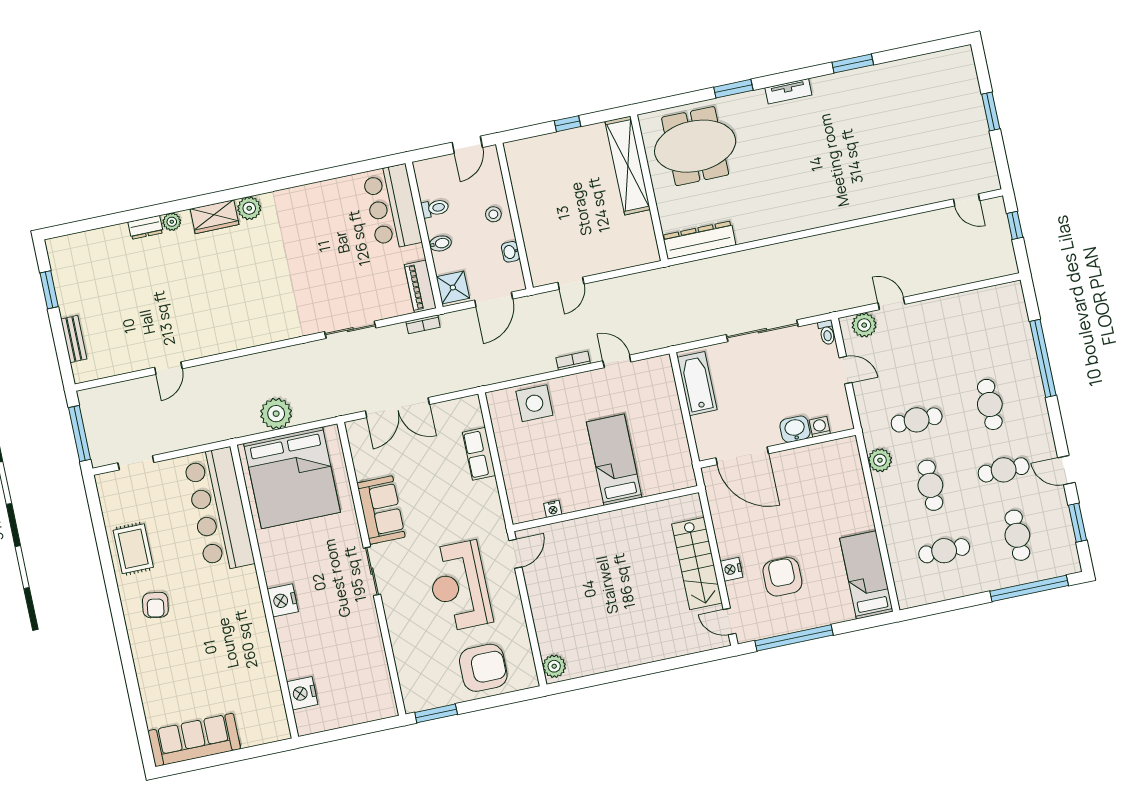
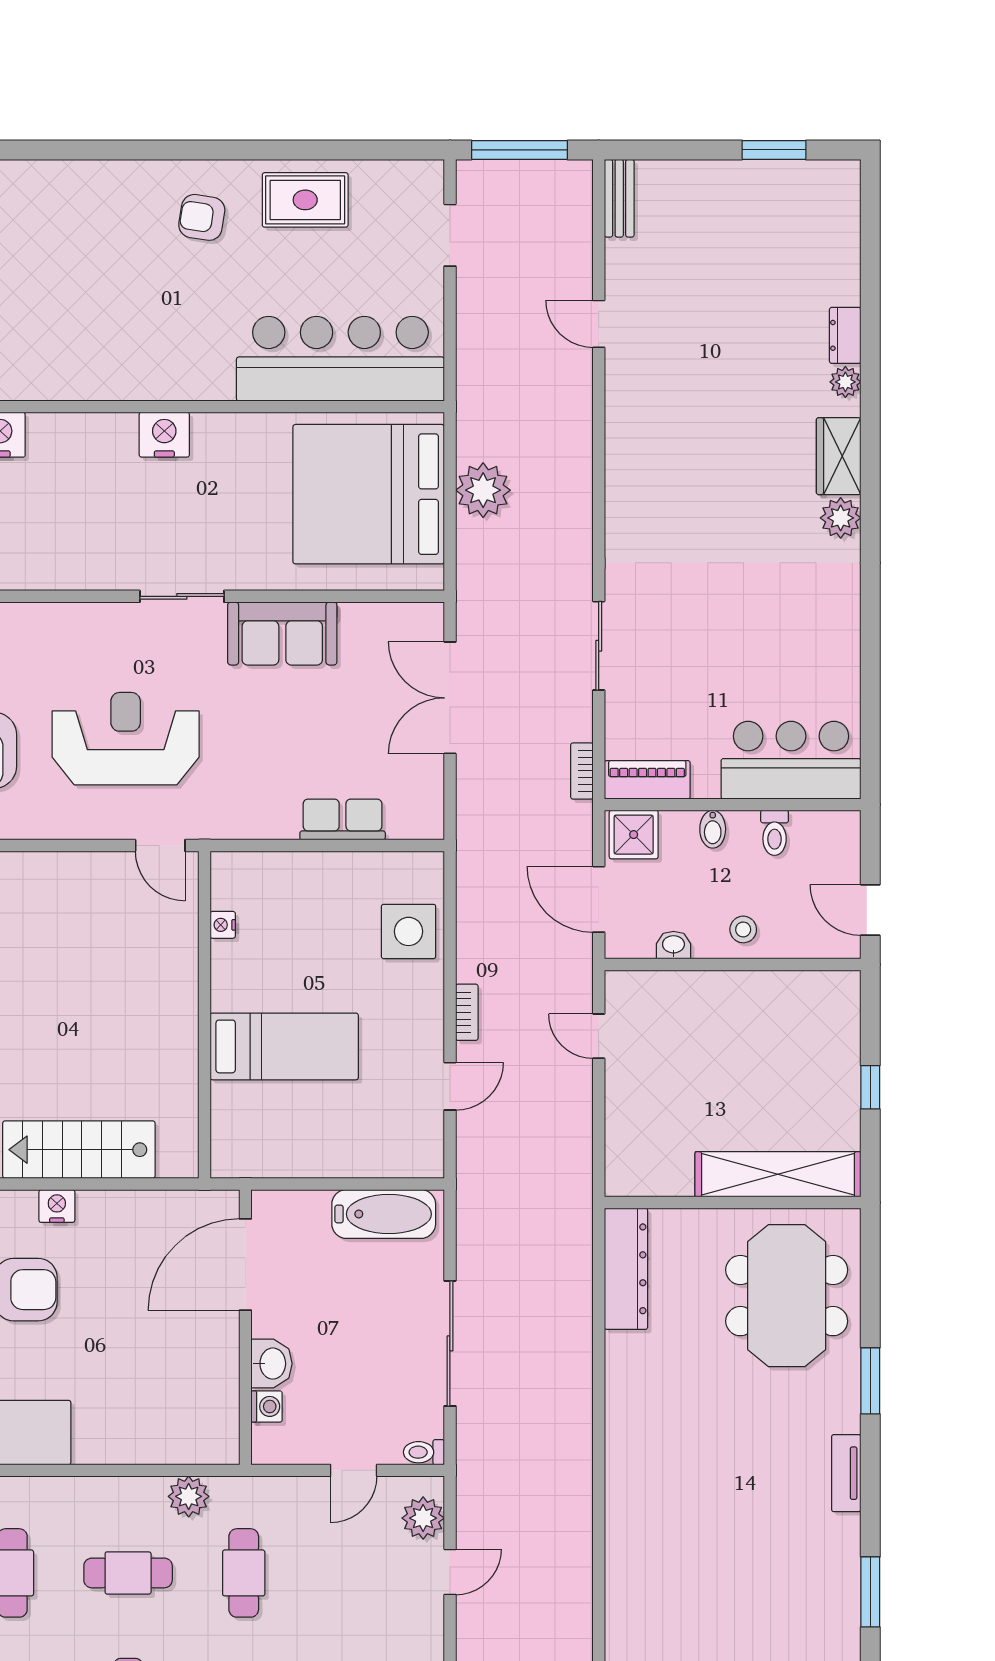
bench: (74, 339) -> (619, 198), moved, turned 90

